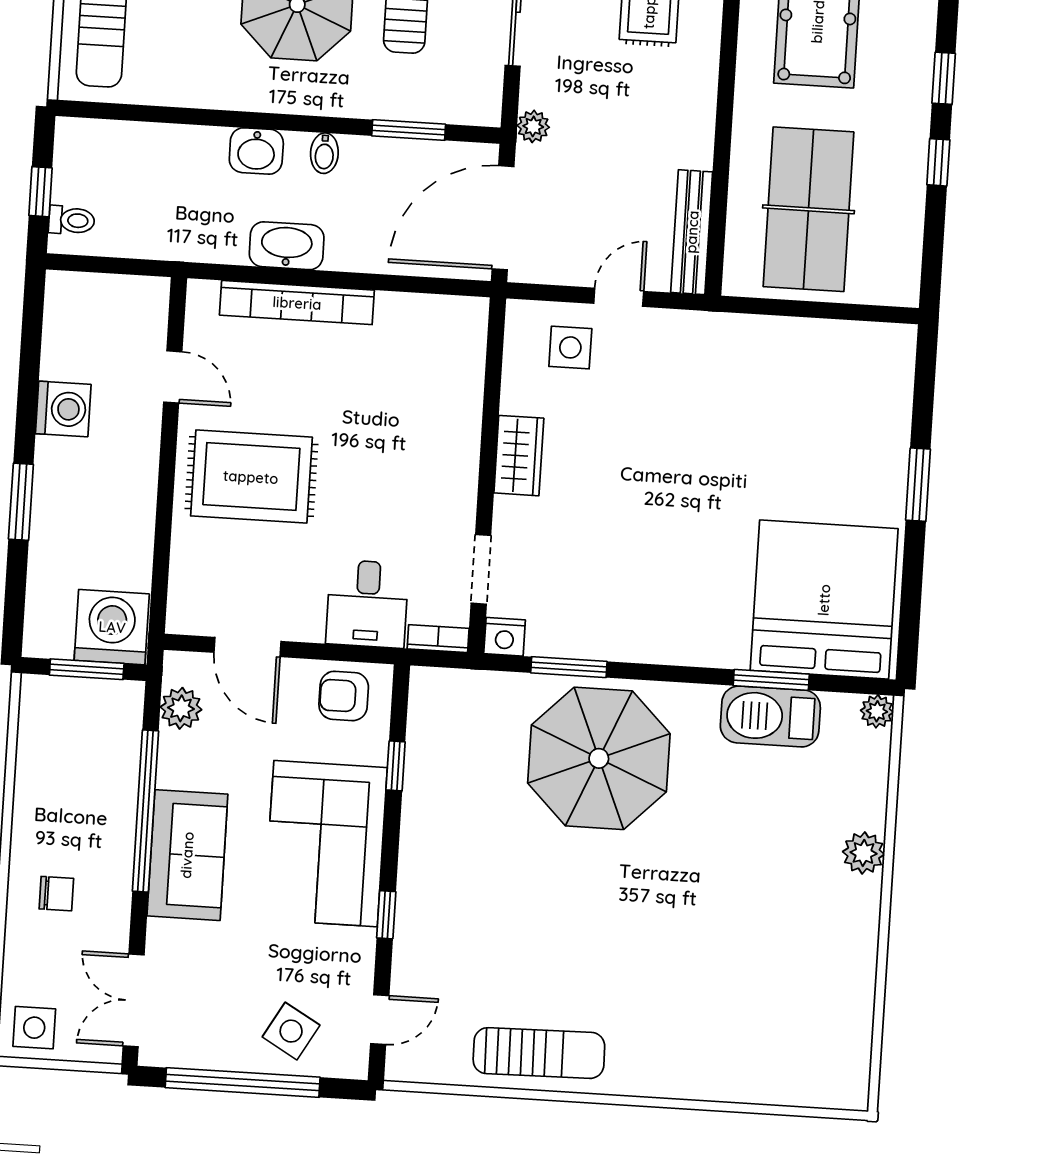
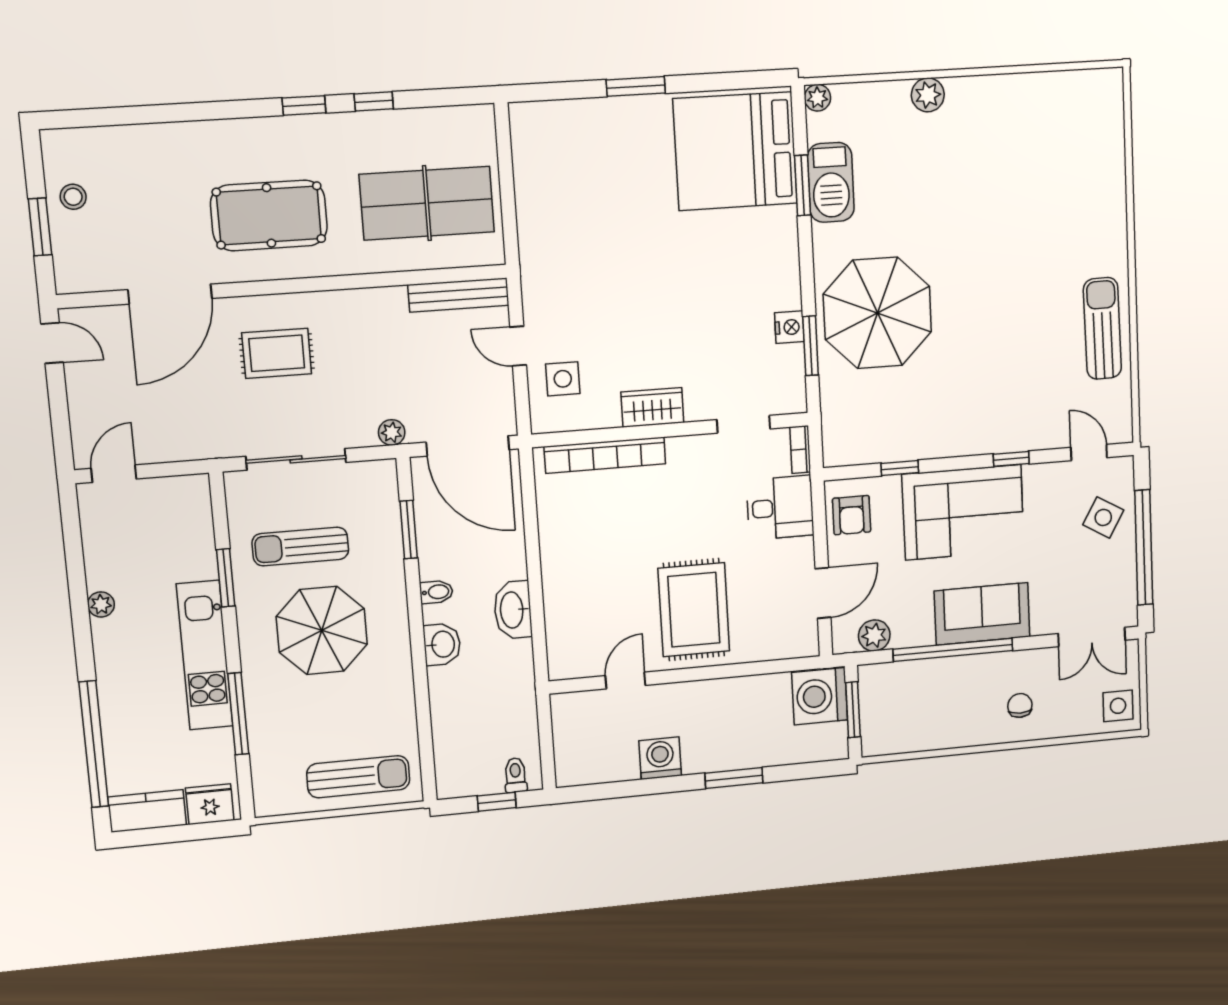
bookcase: (297, 303) -> (605, 455), moved, turned 90
nightstand: (505, 637) -> (789, 327), moved

